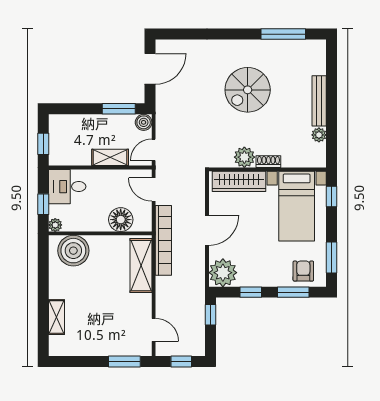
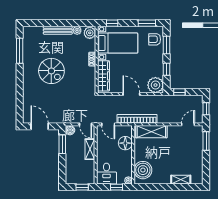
plant: (244, 157) -> (90, 33), moved
door: (154, 190) -> (108, 124), hinge flipped

